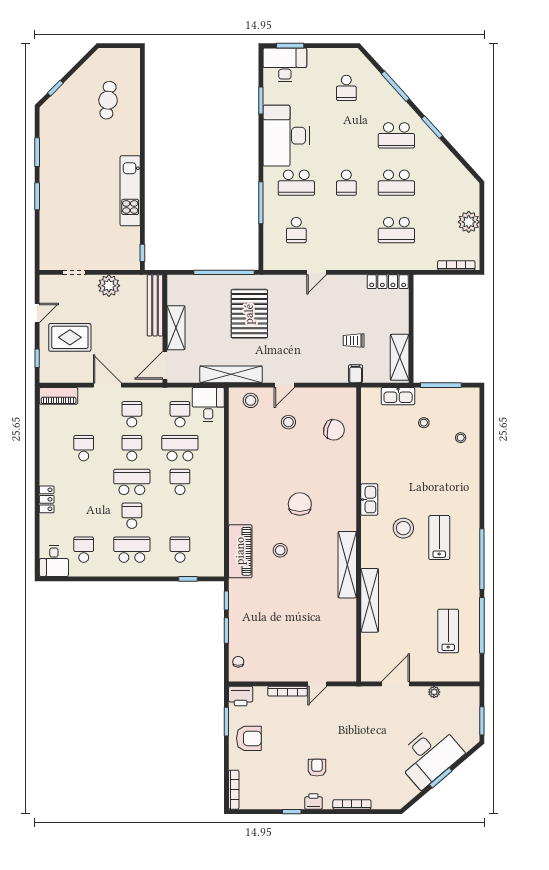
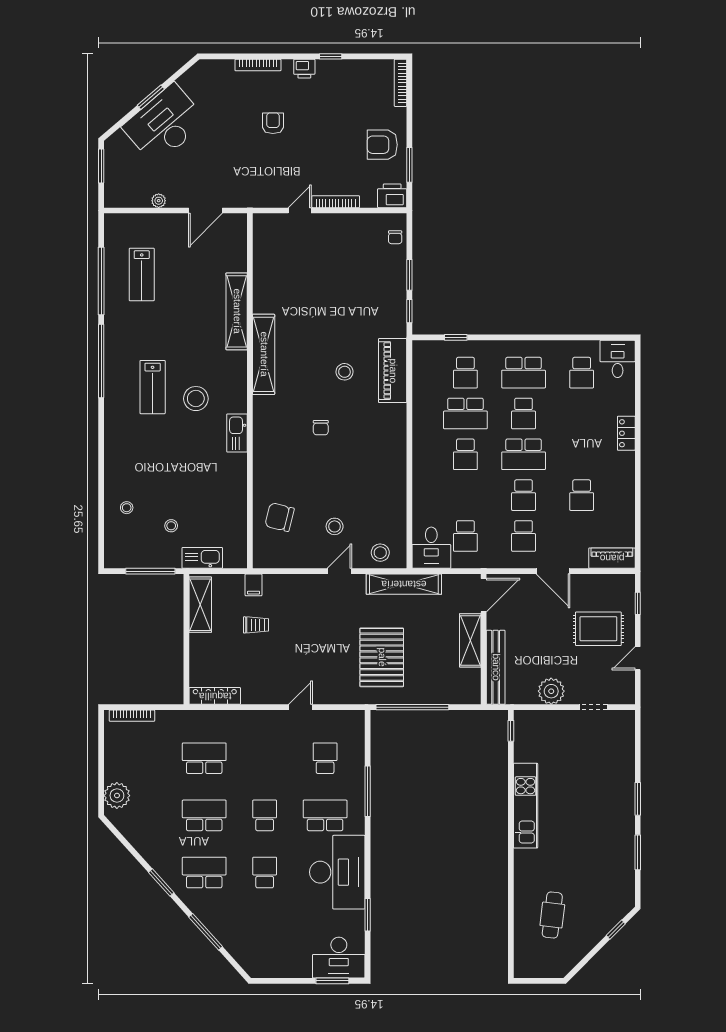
school desk: (346, 88) -> (265, 873), moved
plant: (469, 222) -> (117, 796), moved
school desk: (180, 448) -> (465, 413), moved
chair: (300, 504) -> (321, 428), width x0.54, depth x0.54
armchair: (317, 768) -> (273, 123), moved, turned 180

